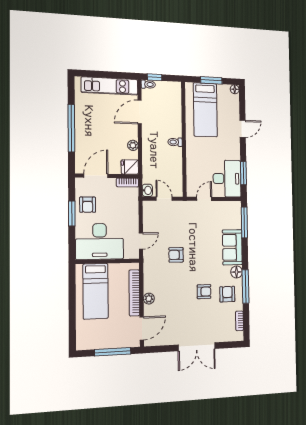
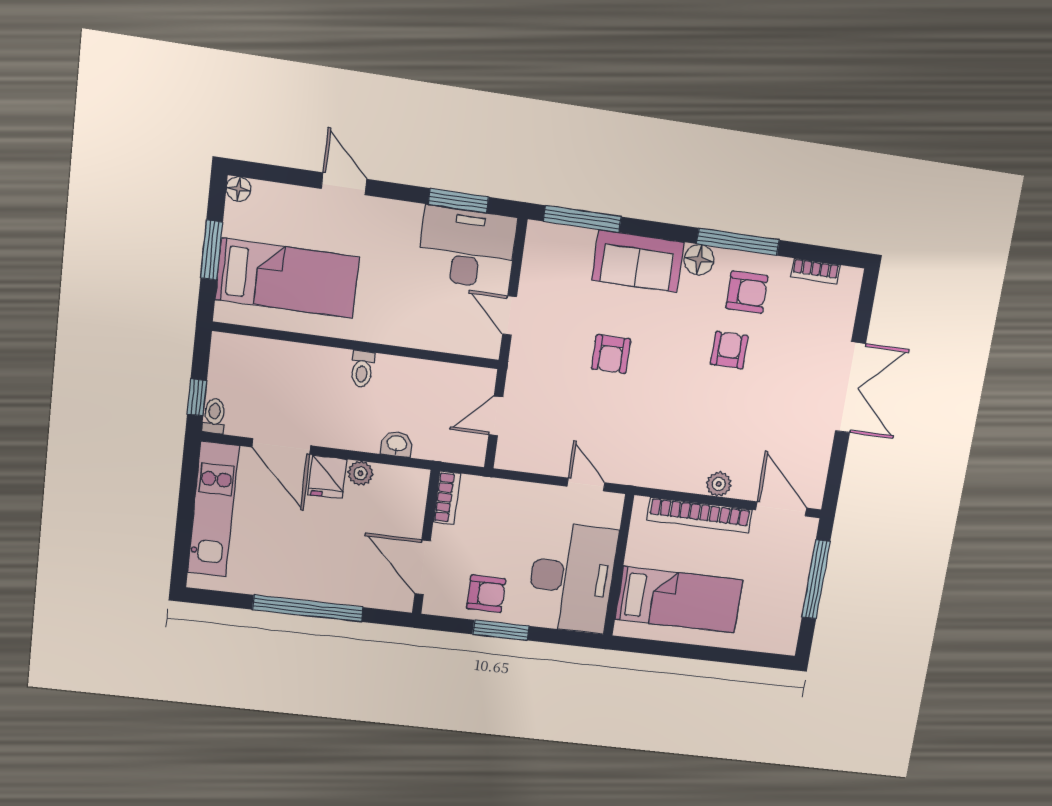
fridge: (130, 167) -> (327, 477), moved
washbasin: (147, 190) -> (397, 444), moved
armchair: (176, 255) -> (611, 354), moved
armchair: (227, 294) -> (747, 292), turned 180

